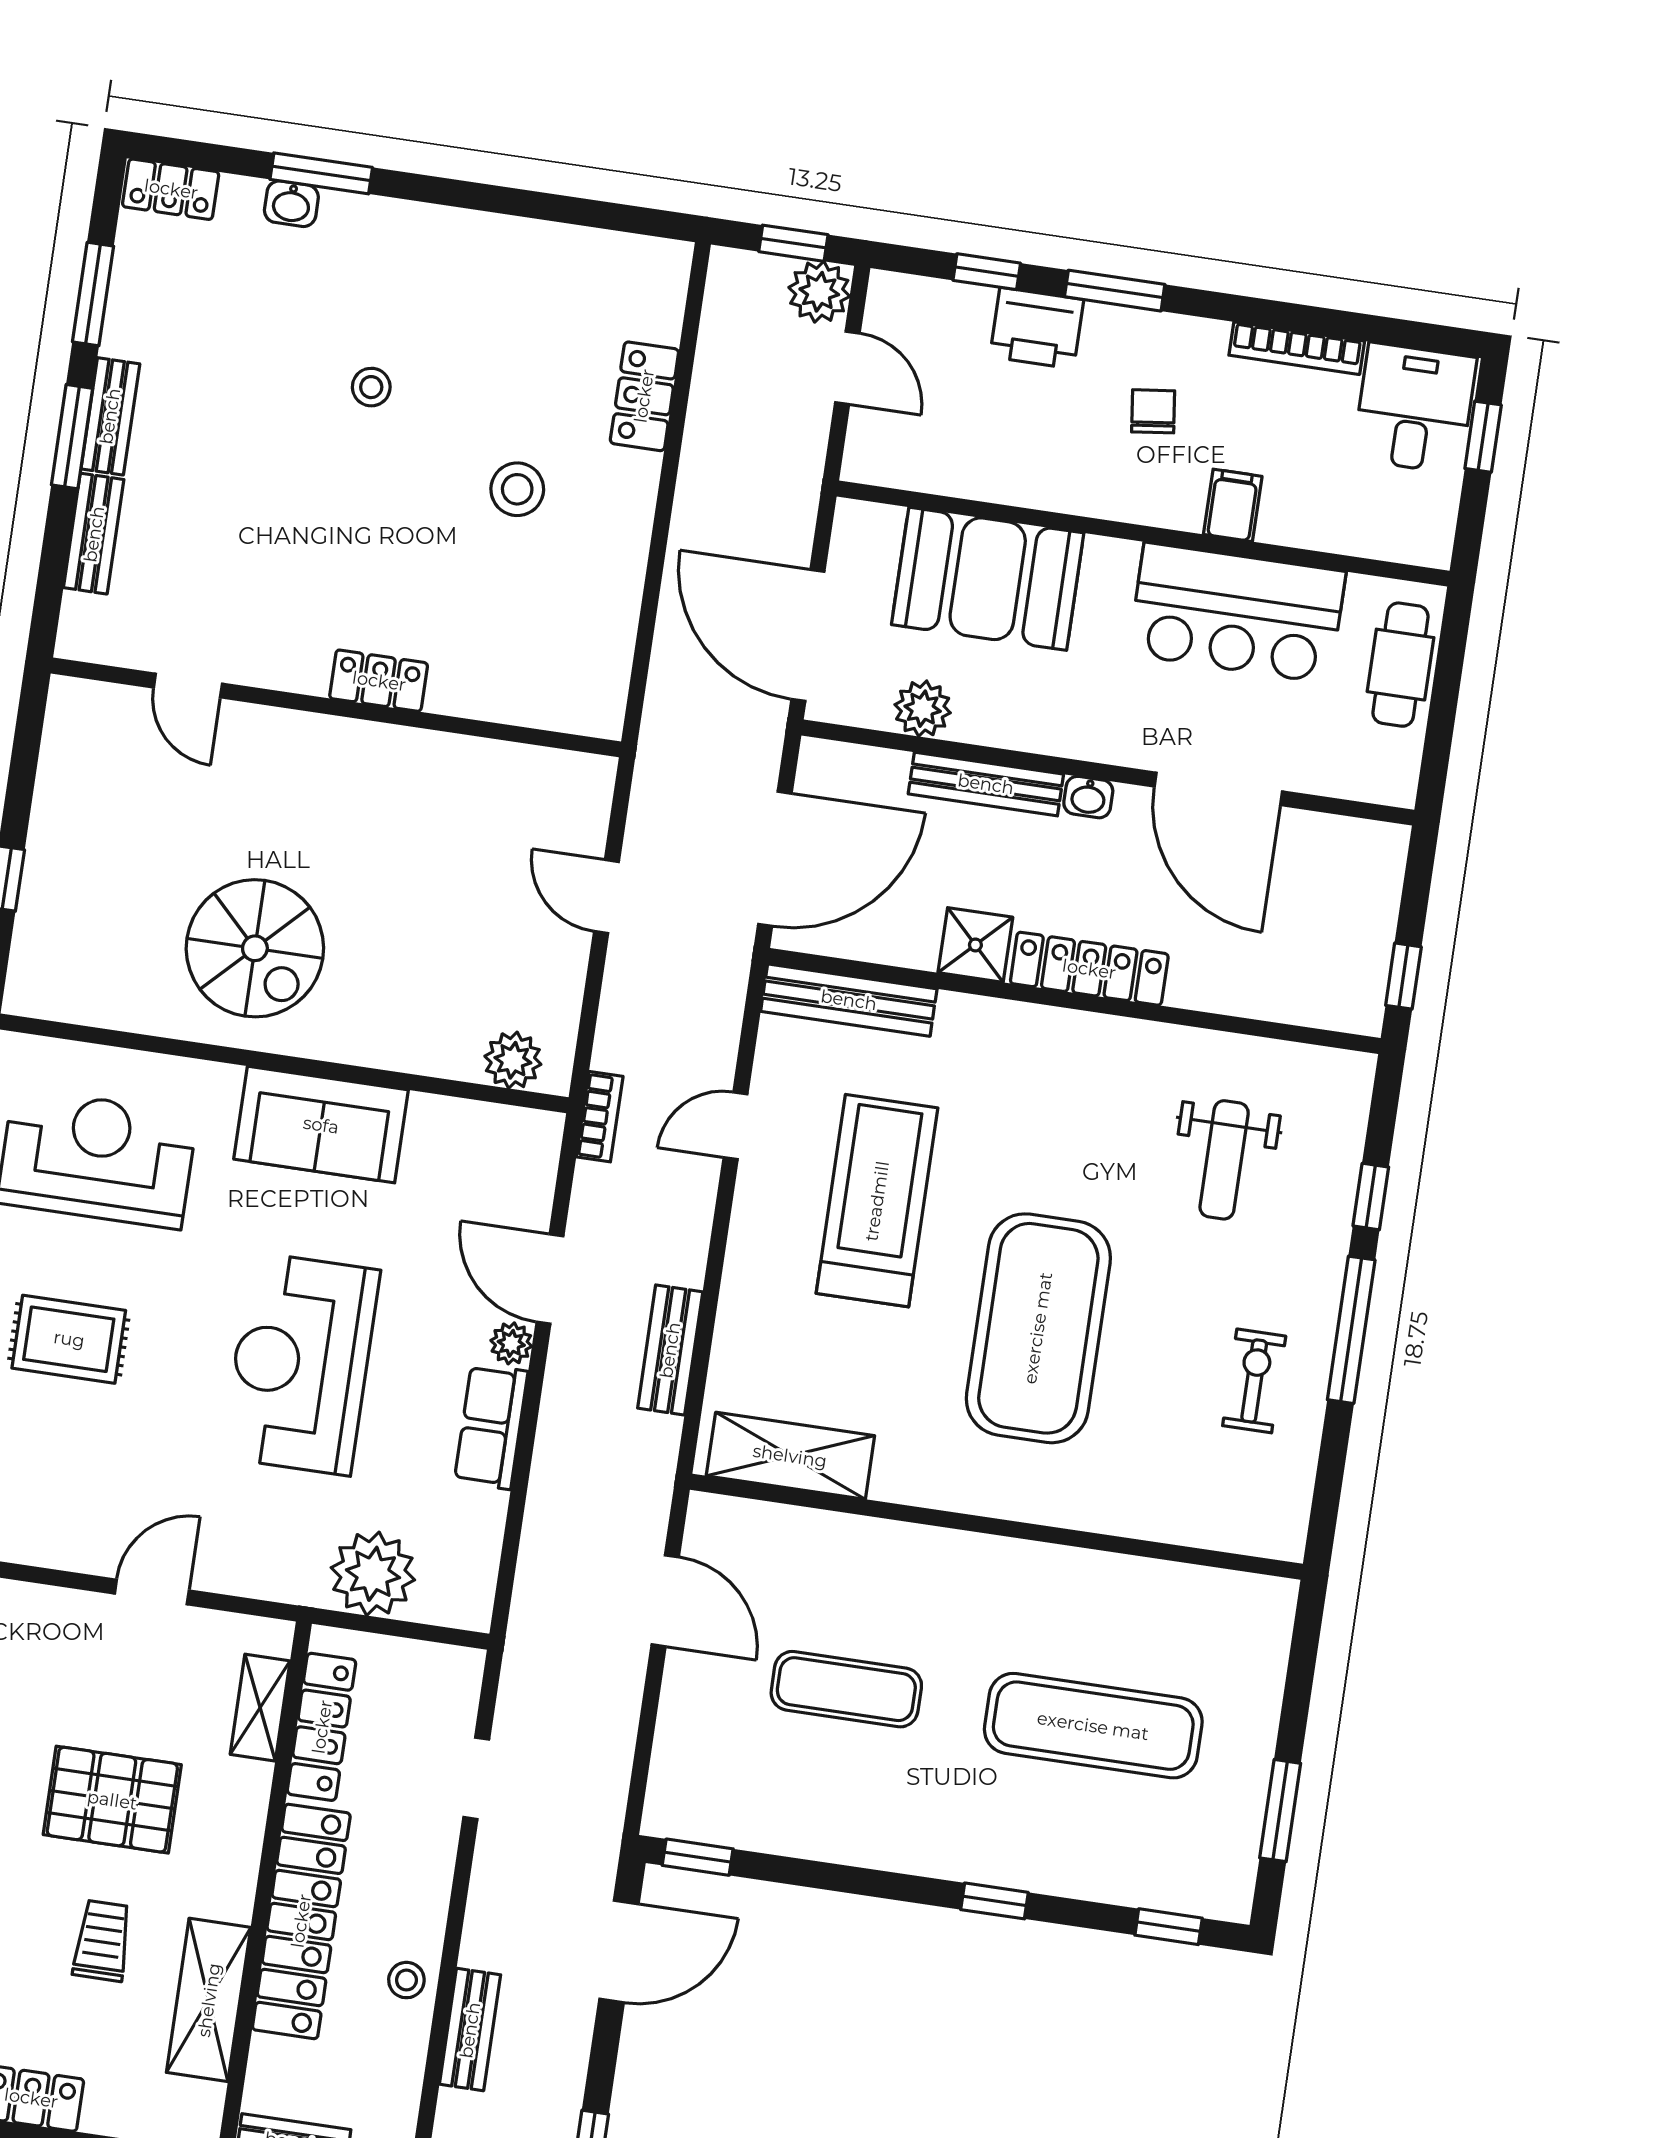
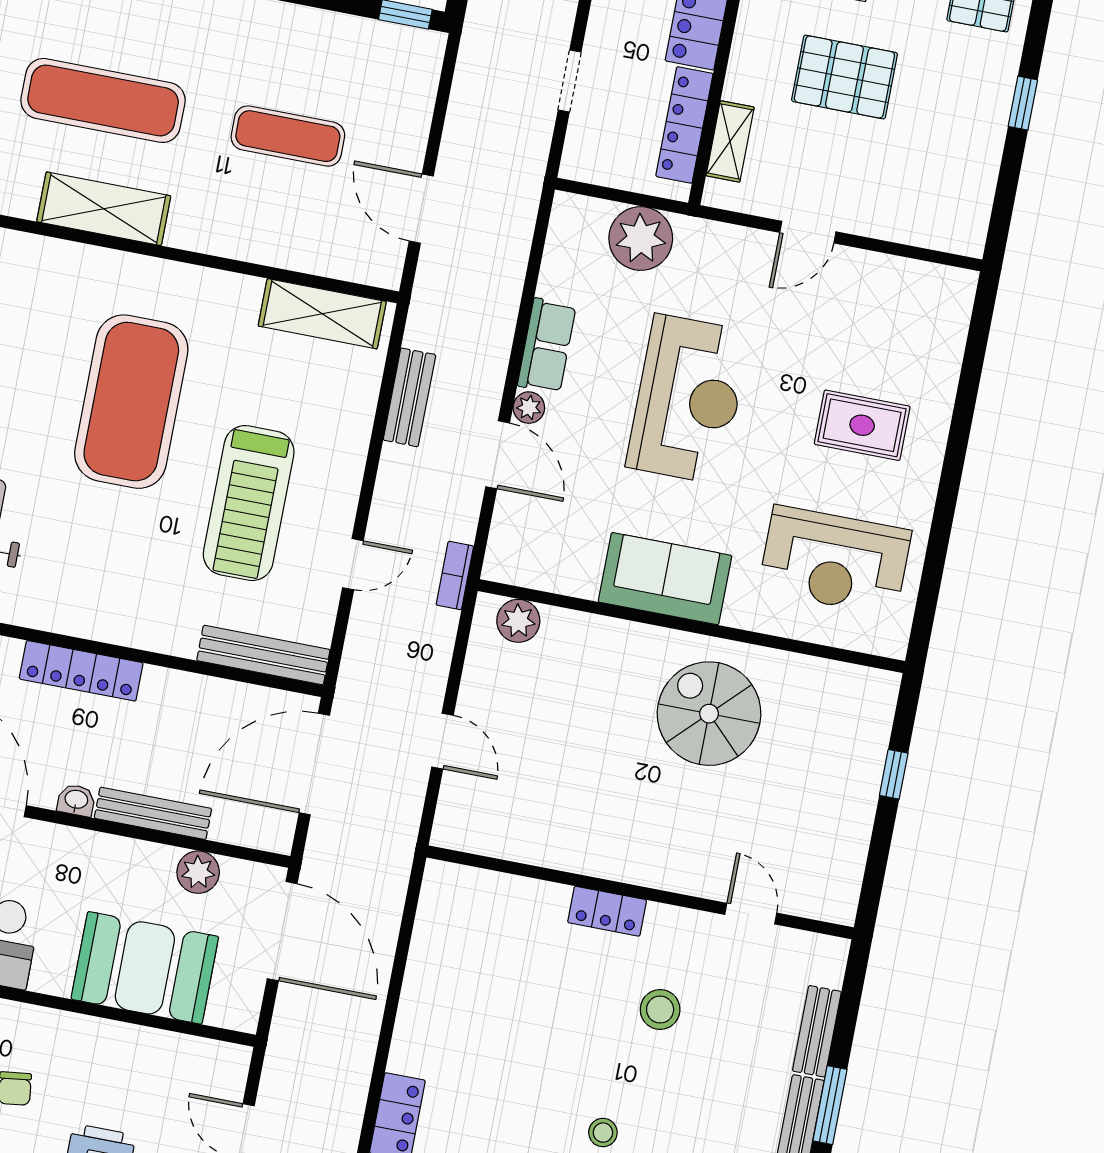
stool: (517, 489) -> (660, 1009), moved
shower: (975, 945) -> (166, 692), removed
shelving: (1086, 1582) -> (104, 209), added

